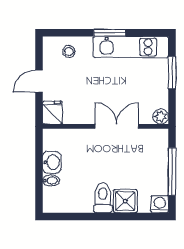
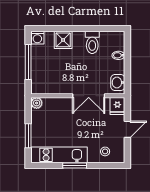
double door: (117, 126) -> (89, 96), moved
washbasin: (52, 162) -> (118, 83), moved
toilet: (103, 198) -> (92, 42), moved

